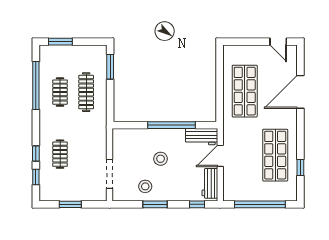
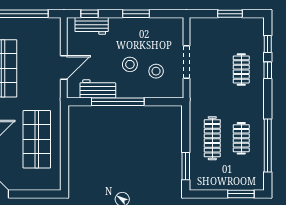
workbench: (202, 137) -> (98, 89), moved
doorway: (110, 174) -> (186, 62), moved
workbench: (210, 183) -> (92, 26), moved, turned 90
stool: (145, 186) -> (156, 71), moved

